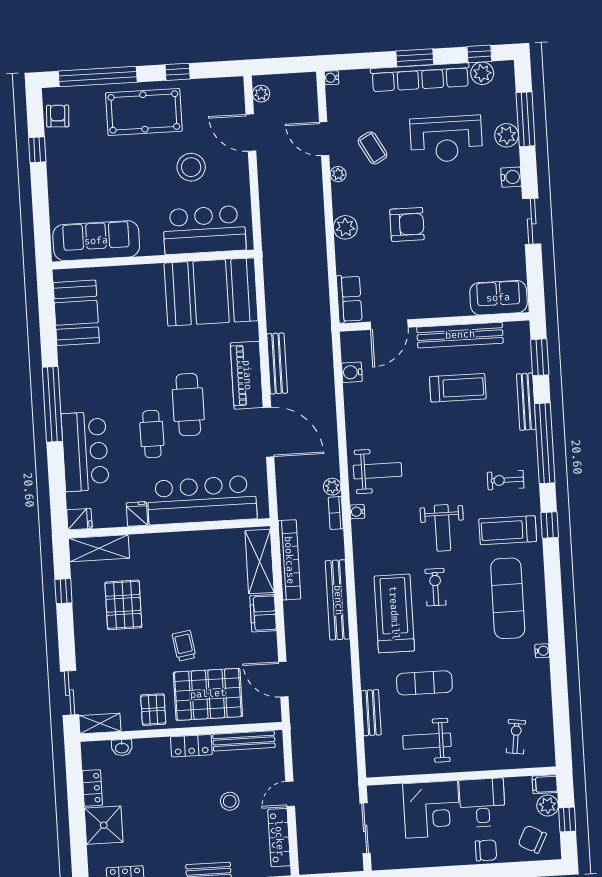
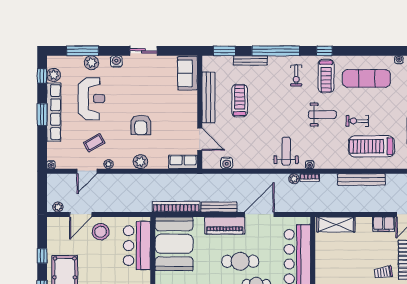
stool: (191, 167) -> (101, 232), moved
armchair: (407, 224) -> (141, 125), turned 180
bookcase: (289, 560) -> (176, 207), moved
filing cabinet: (263, 613) -> (384, 224), moved

